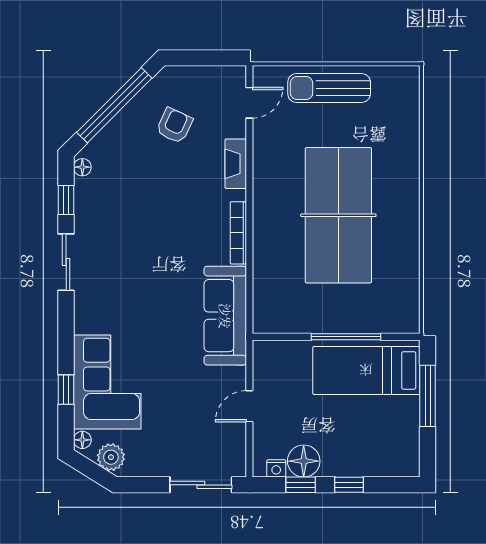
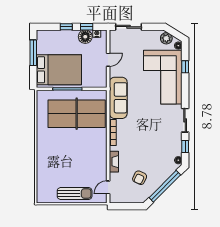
table tennis table: (338, 215) -> (77, 114), moved, turned 90
bed: (366, 370) -> (59, 70), width x1.50
corner sofa: (107, 382) -> (163, 77), width x1.36, depth x1.36
window: (428, 396) -> (33, 53), moved

